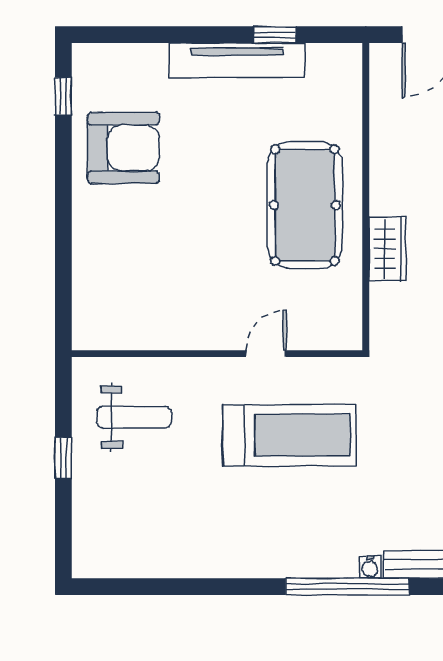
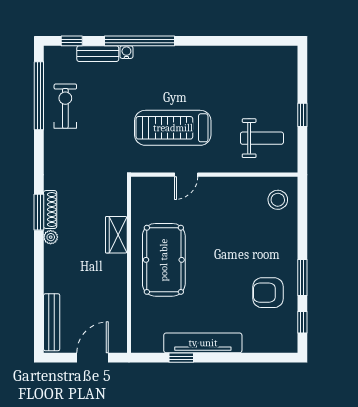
armchair: (123, 148) -> (268, 293), width x0.73, depth x0.73
window: (63, 174) -> (302, 278), added
stool: (106, 310) -> (278, 200), added
weight bench: (134, 417) -> (262, 138), turned 180

